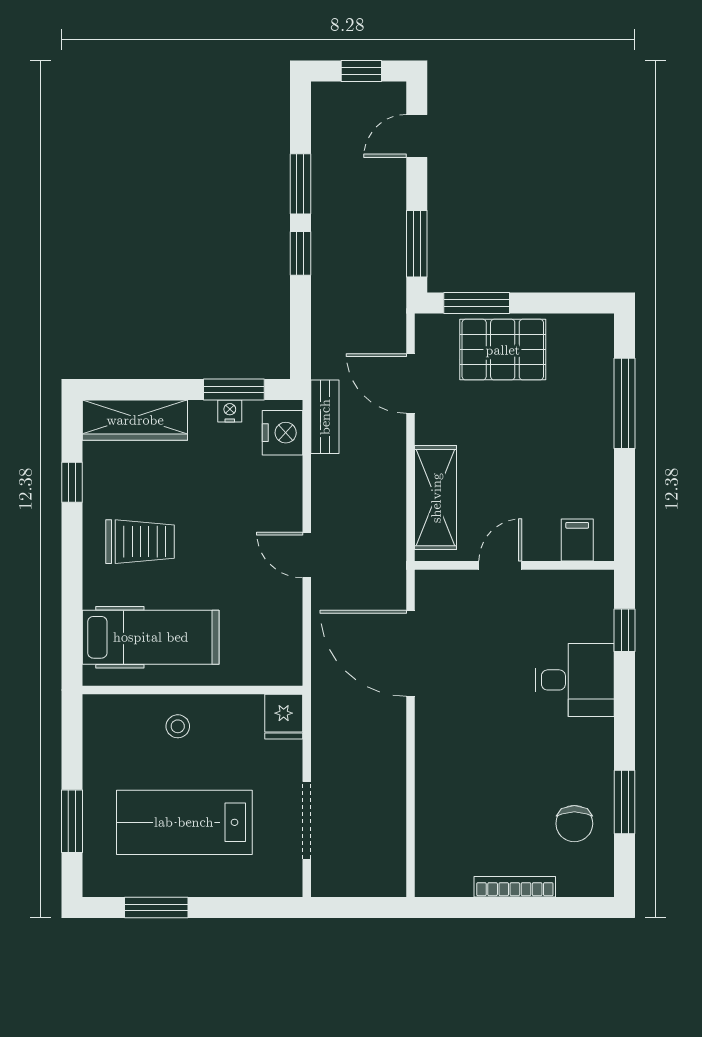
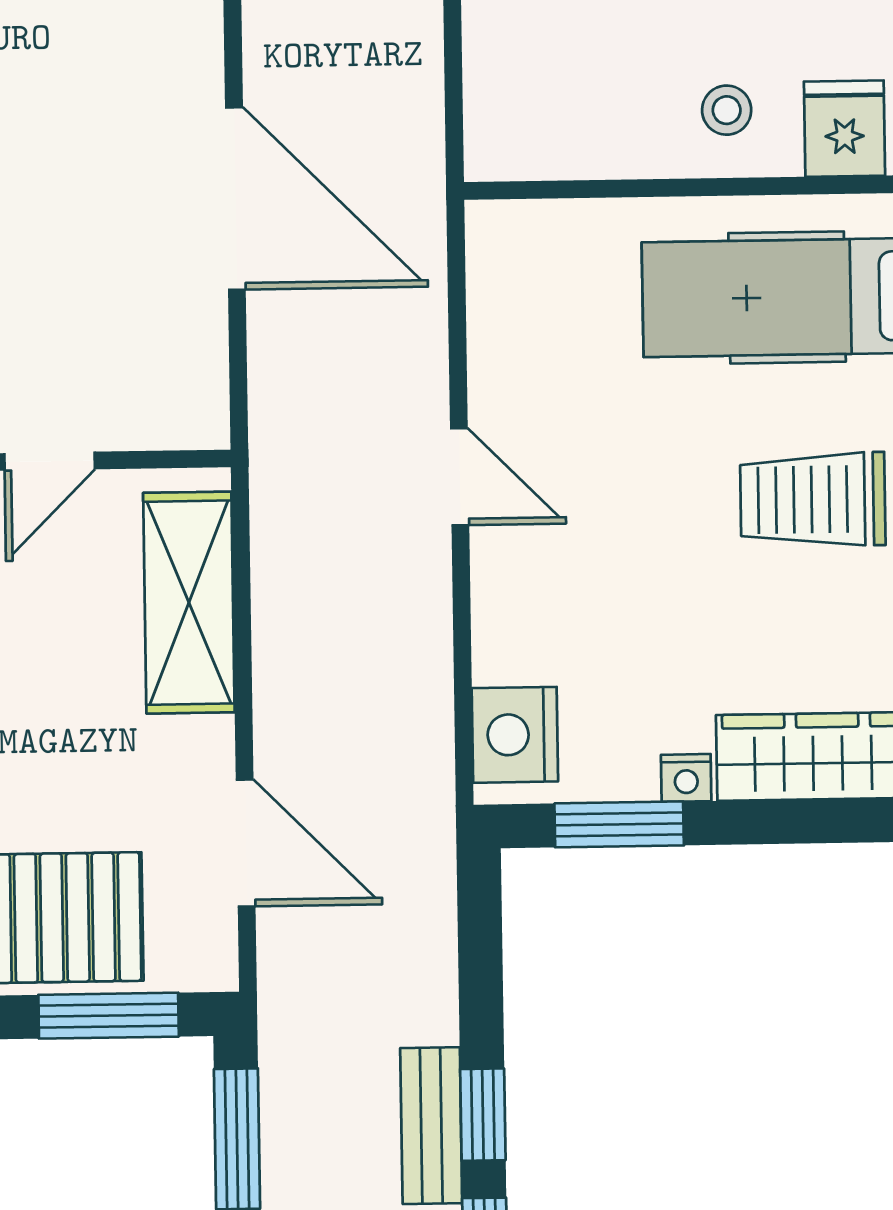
nightstand: (230, 411) -> (686, 778), moved
bench: (325, 417) -> (431, 1126), moved
door: (411, 653) -> (235, 199), moved
fridge: (284, 717) -> (845, 129), moved

